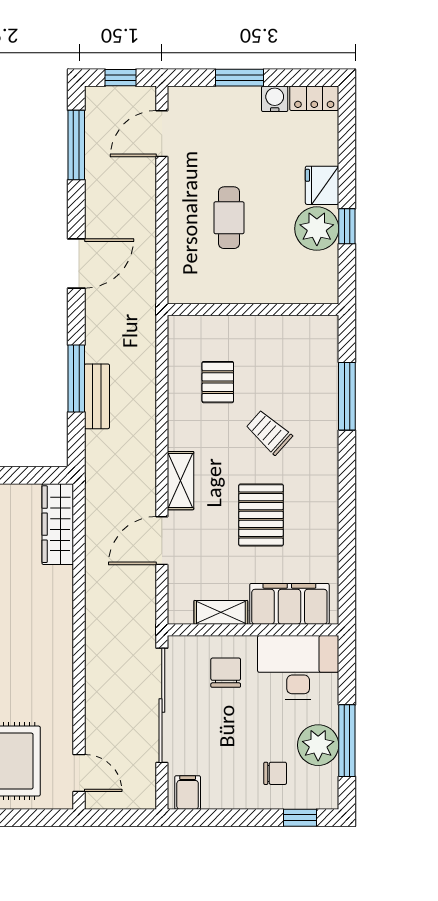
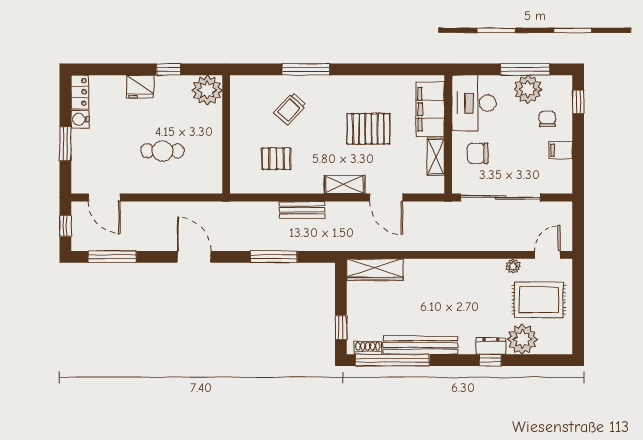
plant: (317, 229) -> (207, 90), moved
bench: (97, 396) -> (302, 210), moved
window: (347, 396) -> (306, 69), moved
trolley: (269, 432) -> (290, 109), moved
plant: (63, 724) -> (513, 266), added
filing cabinet: (188, 792) -> (561, 150), moved

